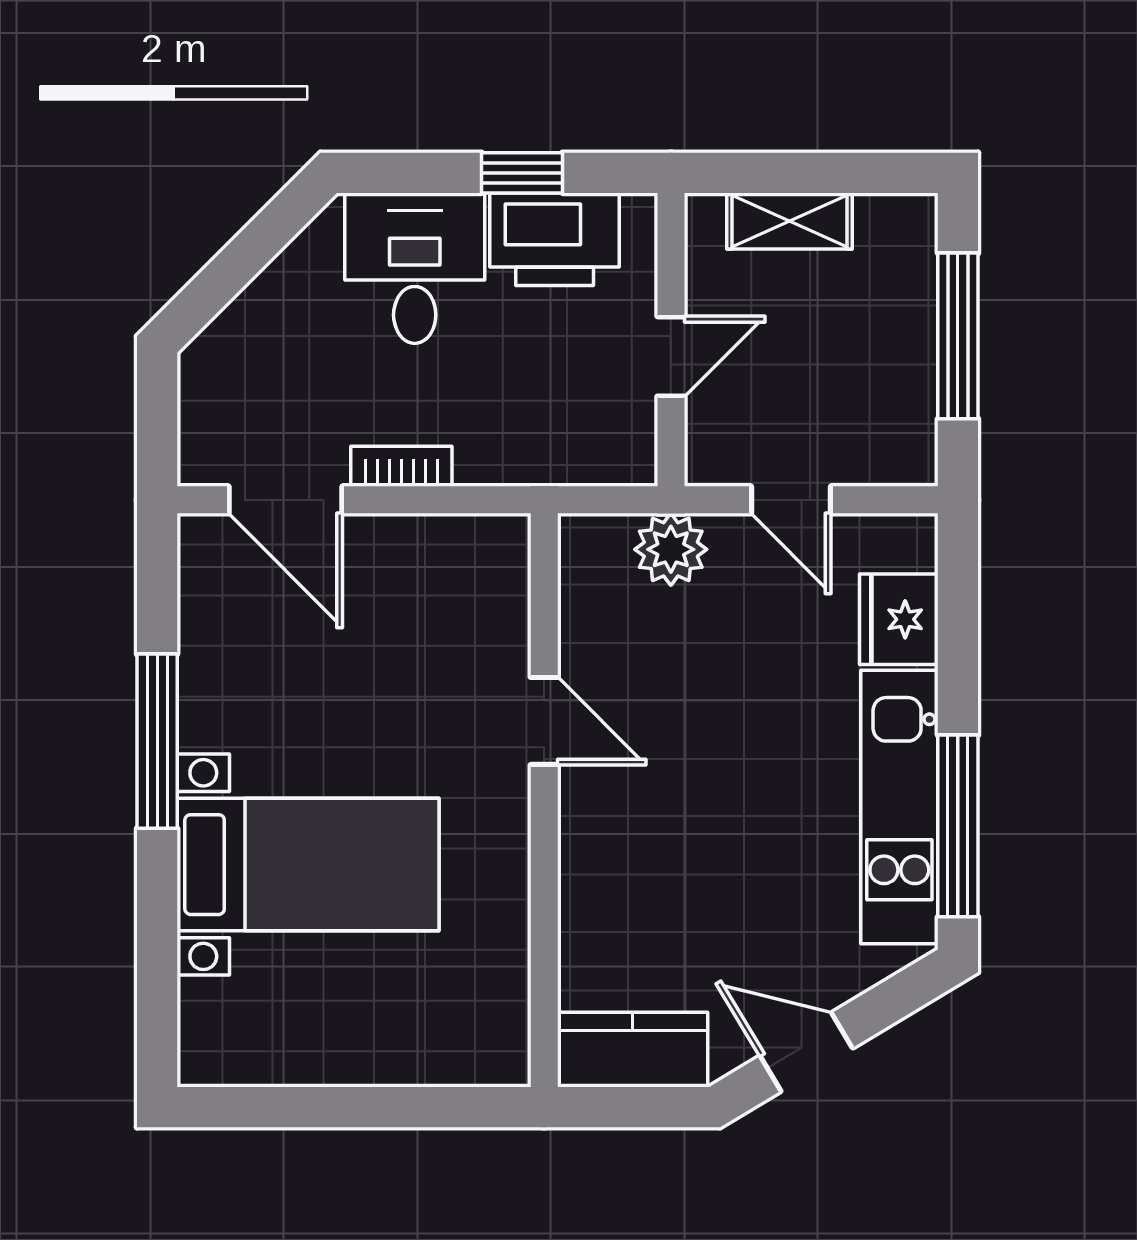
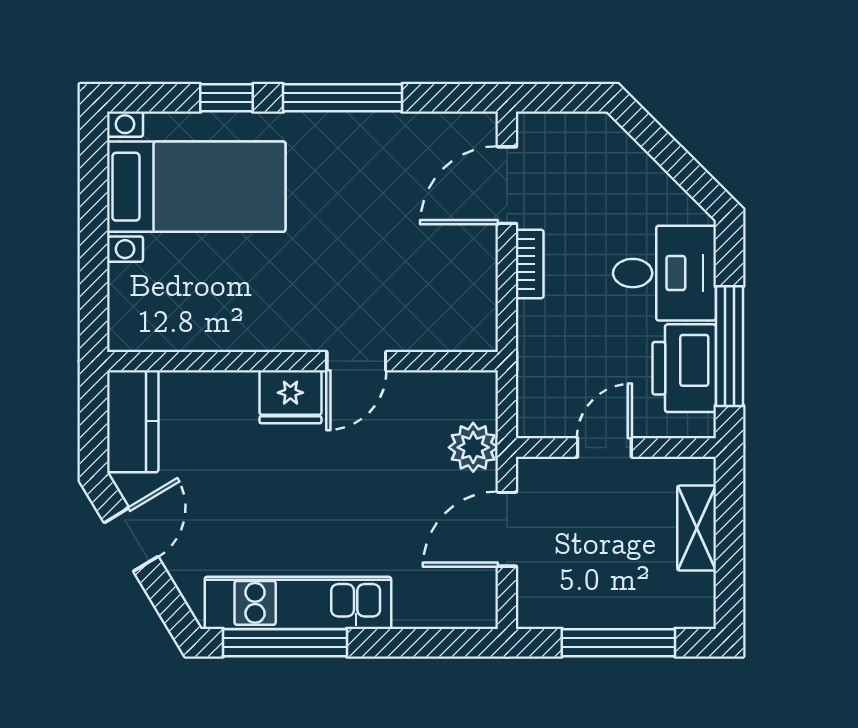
window: (522, 173) -> (729, 346), width x2.17
door: (671, 356) -> (604, 447), swing flipped
door: (791, 500) -> (507, 529), width x1.38
fridge: (899, 619) -> (290, 397), moved, turned 180
bed with nightstands: (308, 865) -> (196, 187), moved, turned -90
window: (157, 912) -> (226, 98), added

